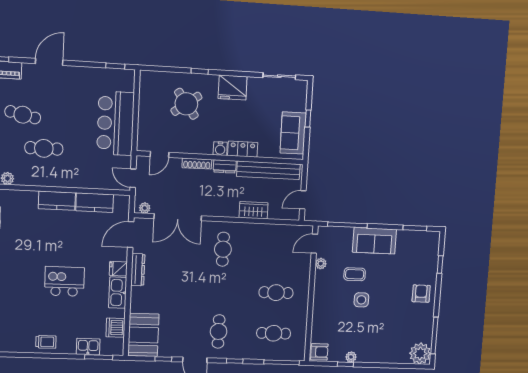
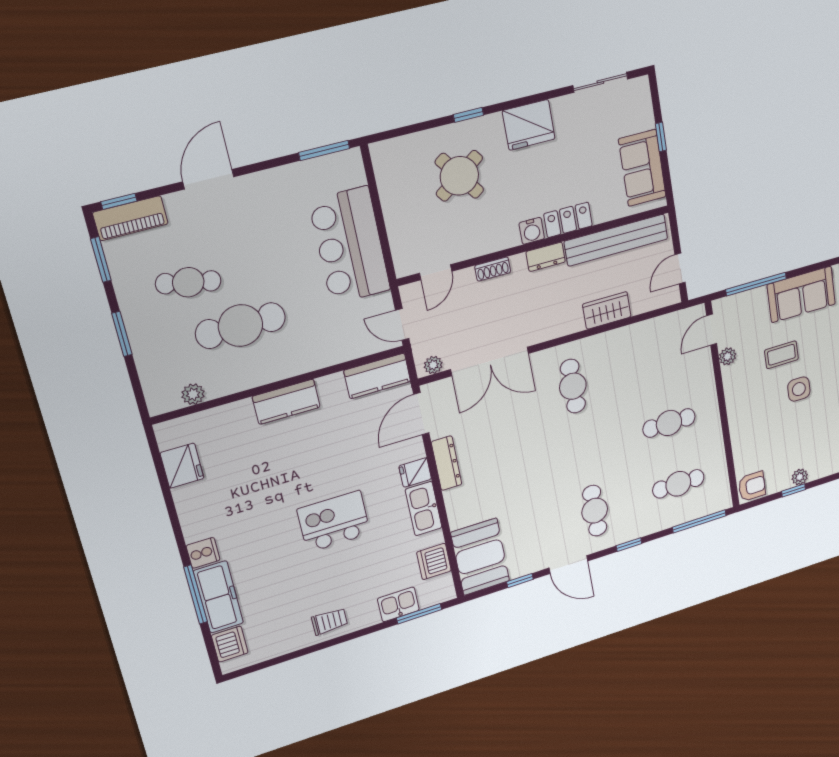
window: (115, 66) -> (324, 151), width x1.50
cafe table: (44, 148) -> (241, 326), width x1.37, depth x1.35
shoe rack: (197, 164) -> (493, 269), width x0.70
kitchen counter: (95, 203) -> (377, 376), moved

